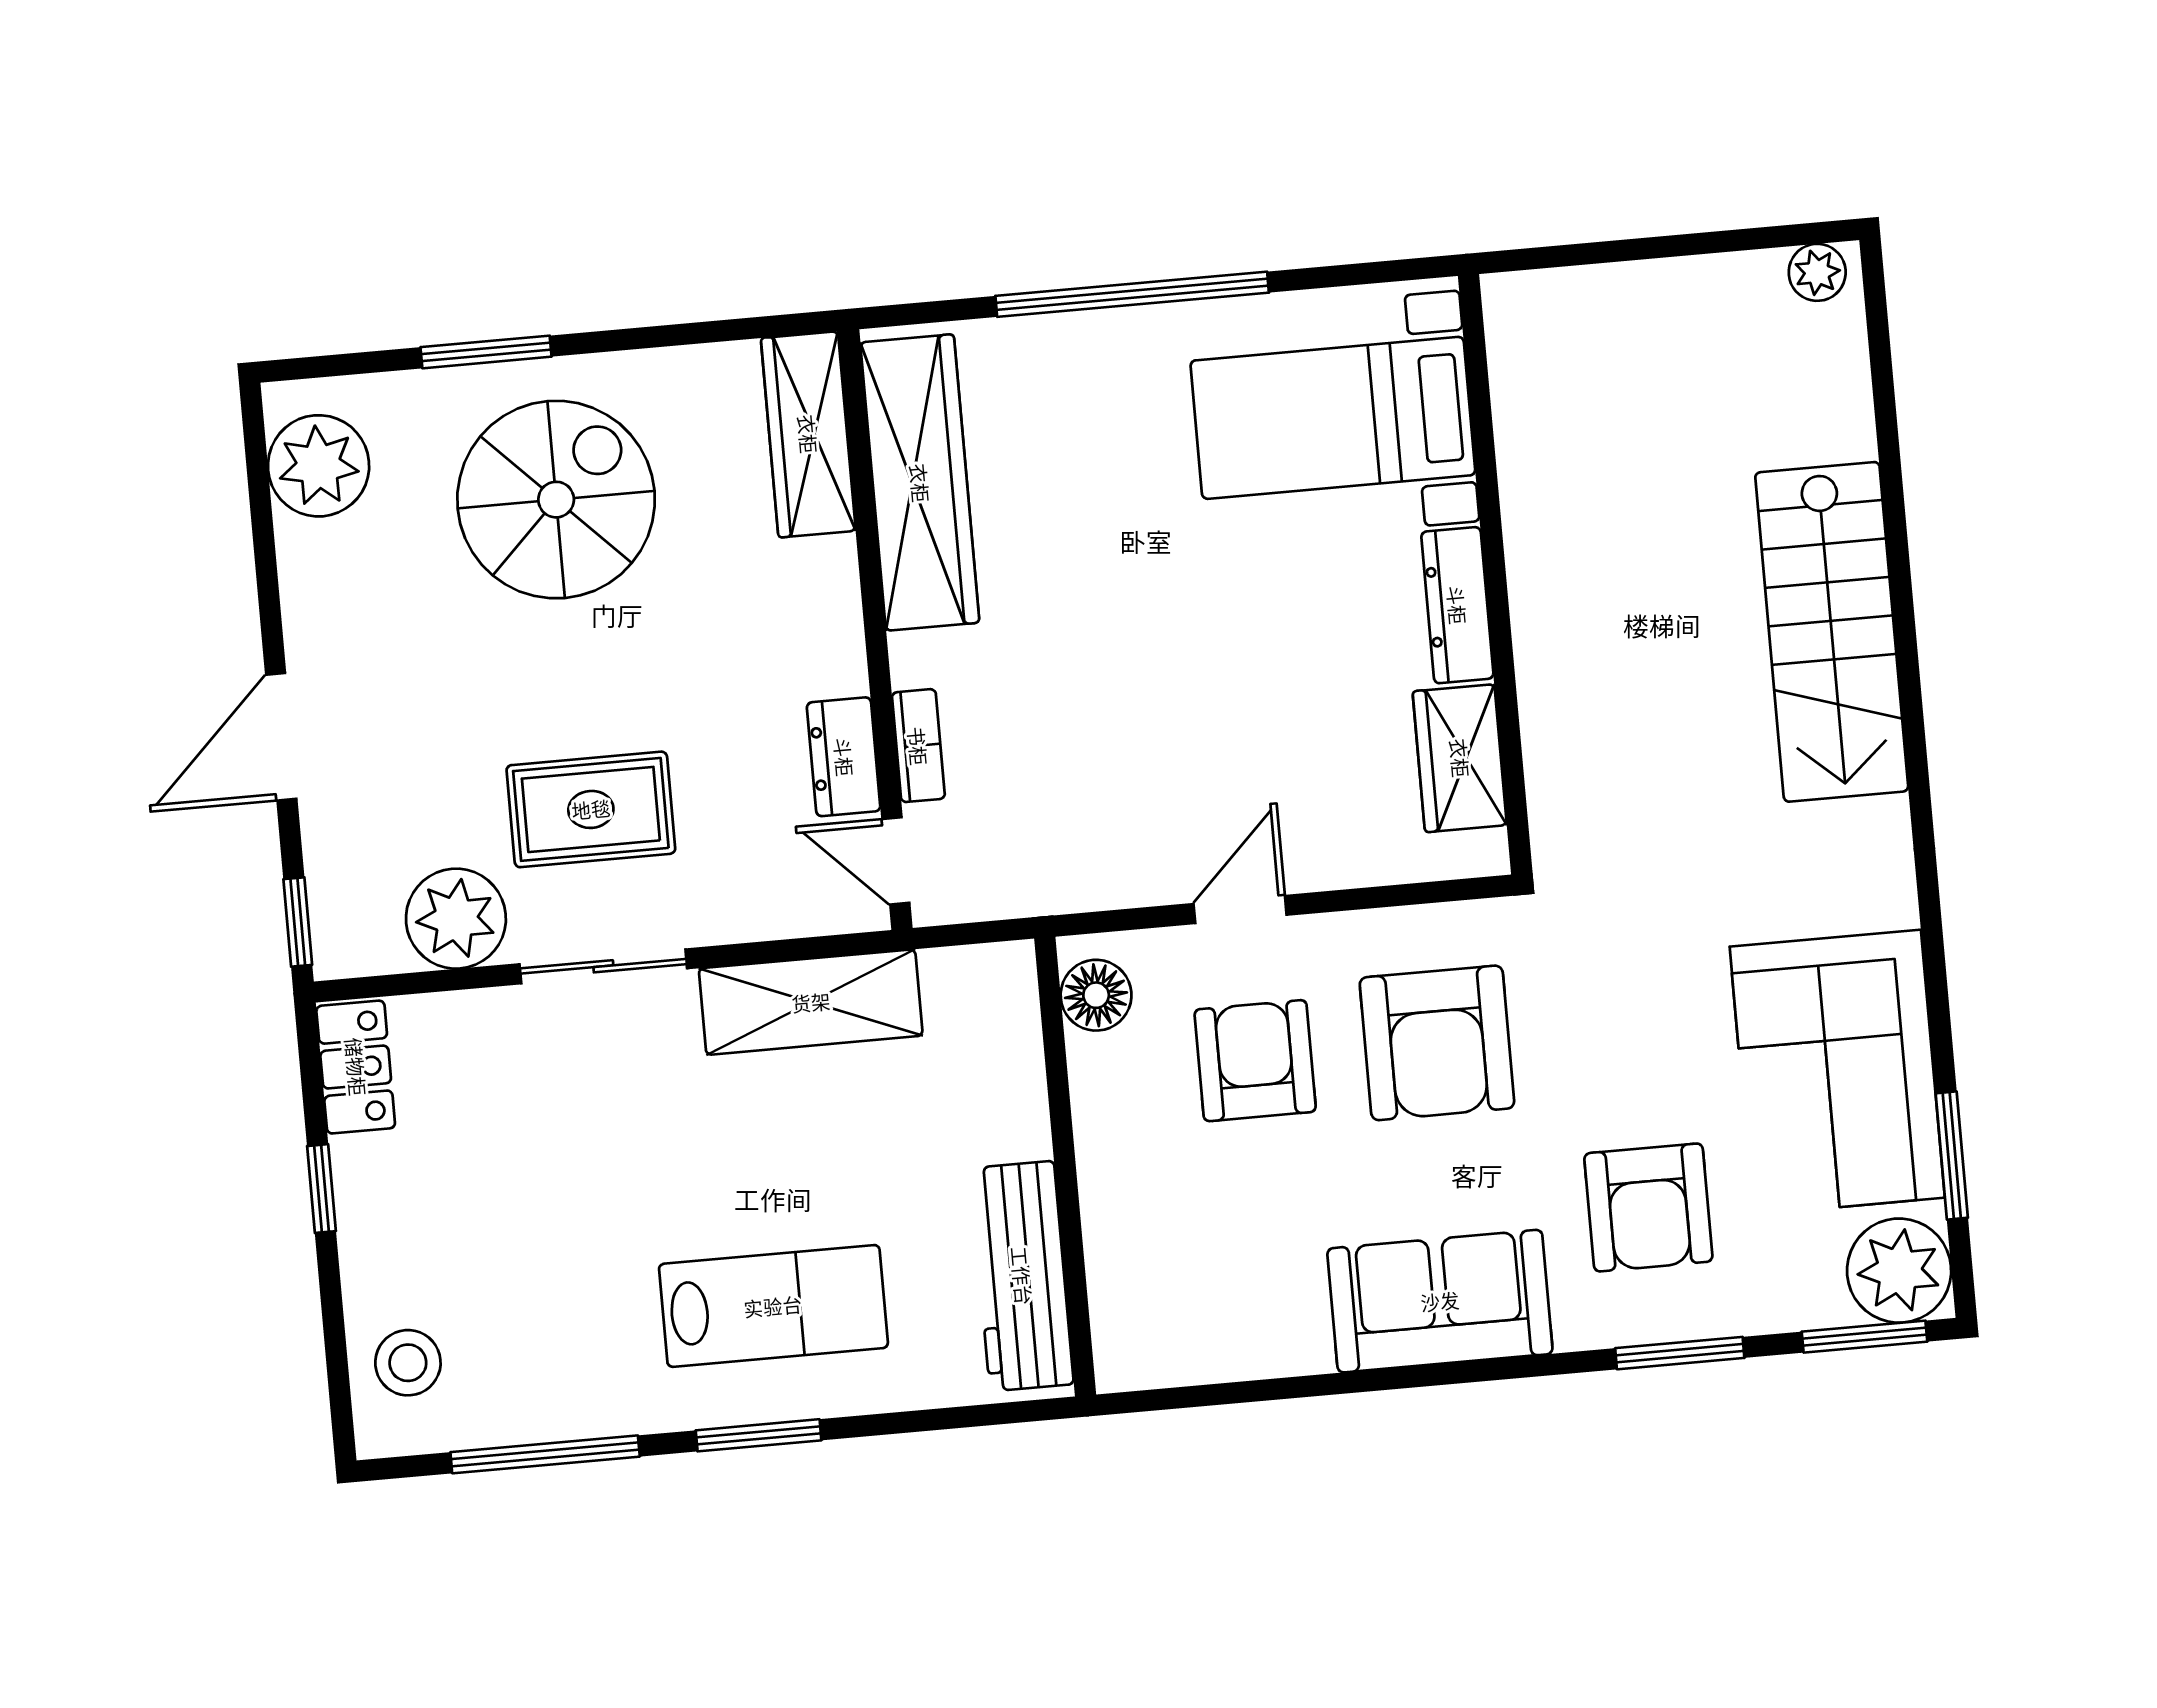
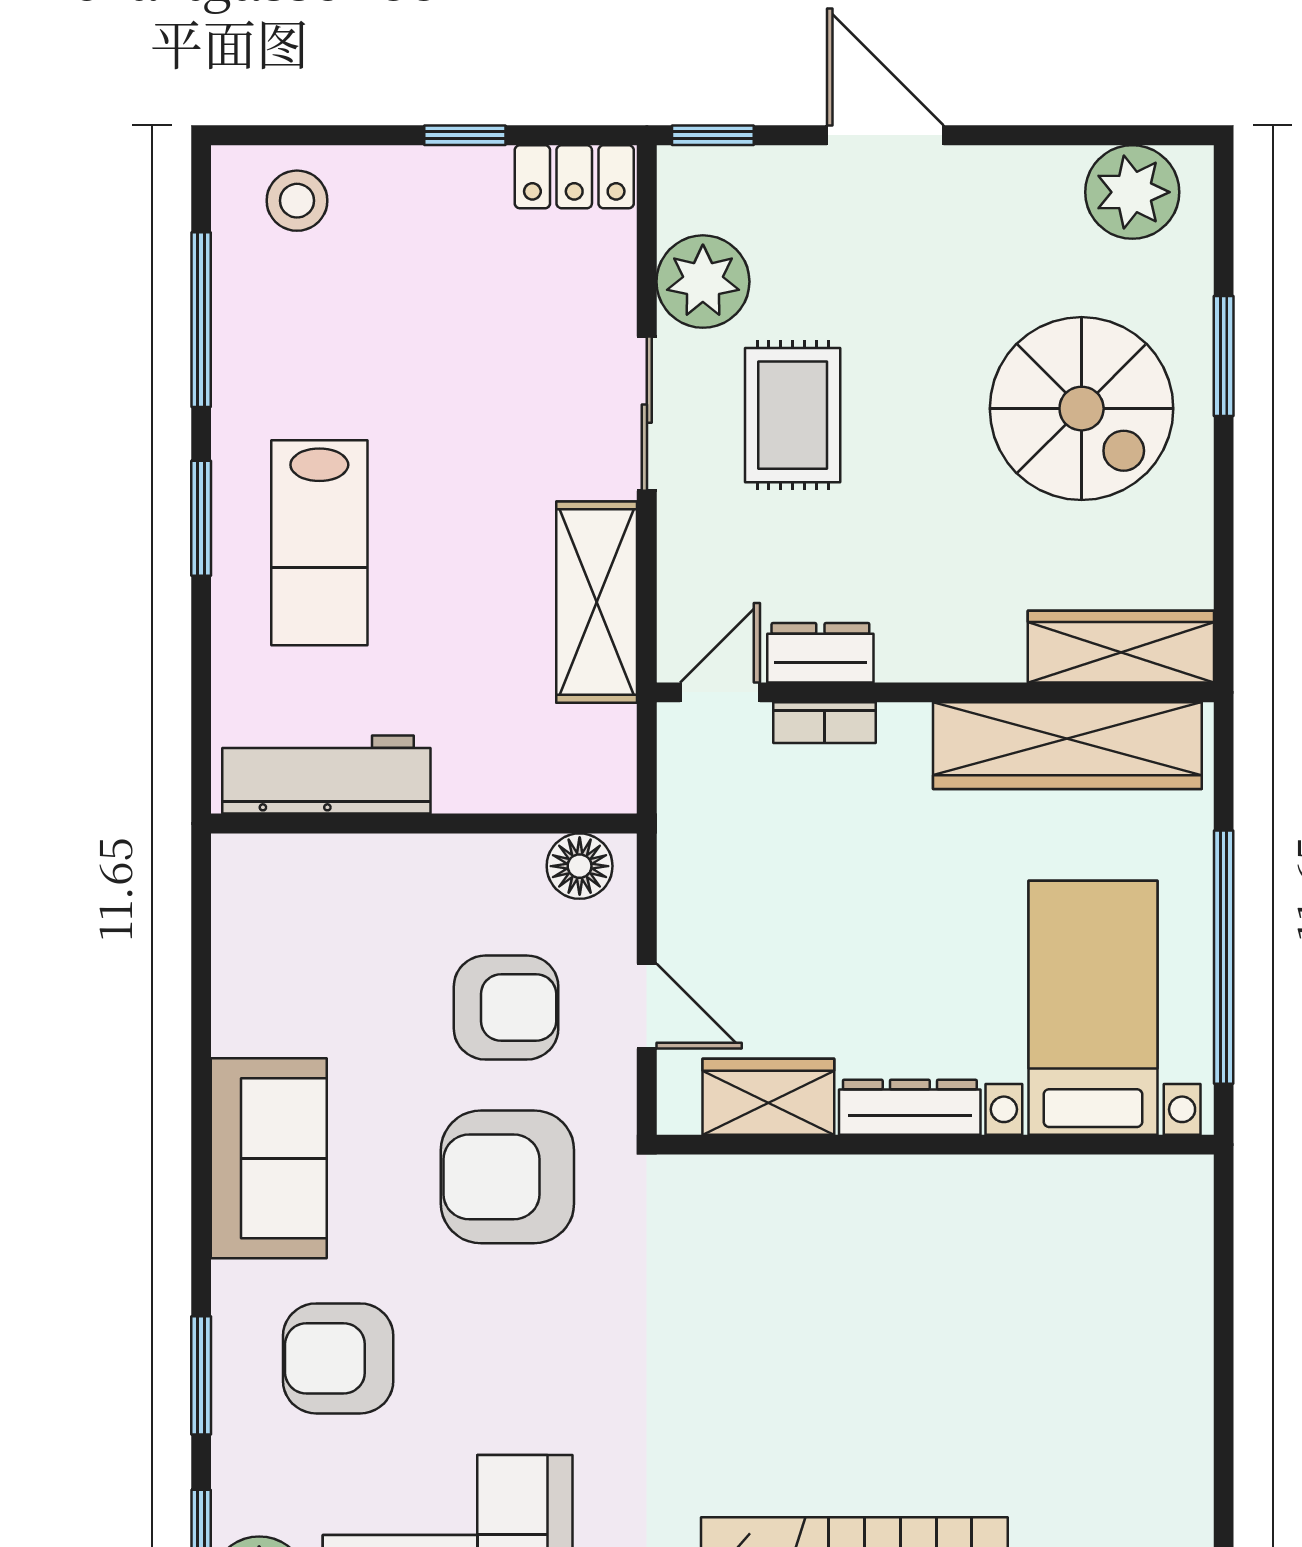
bed with nightstands: (1333, 418) -> (1093, 1008), moved
wall: (1495, 574) -> (935, 1145), moved
dresser: (1457, 605) -> (910, 1107), moved
wardrobe: (1460, 758) -> (768, 1097), moved

